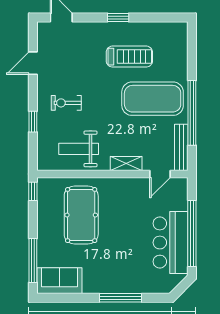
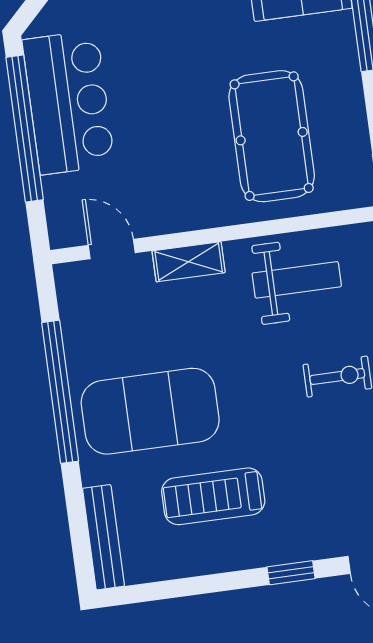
window: (118, 17) -> (291, 573), moved
bench: (181, 147) -> (103, 537), moved
door: (160, 174) -> (112, 249), hinge flipped

